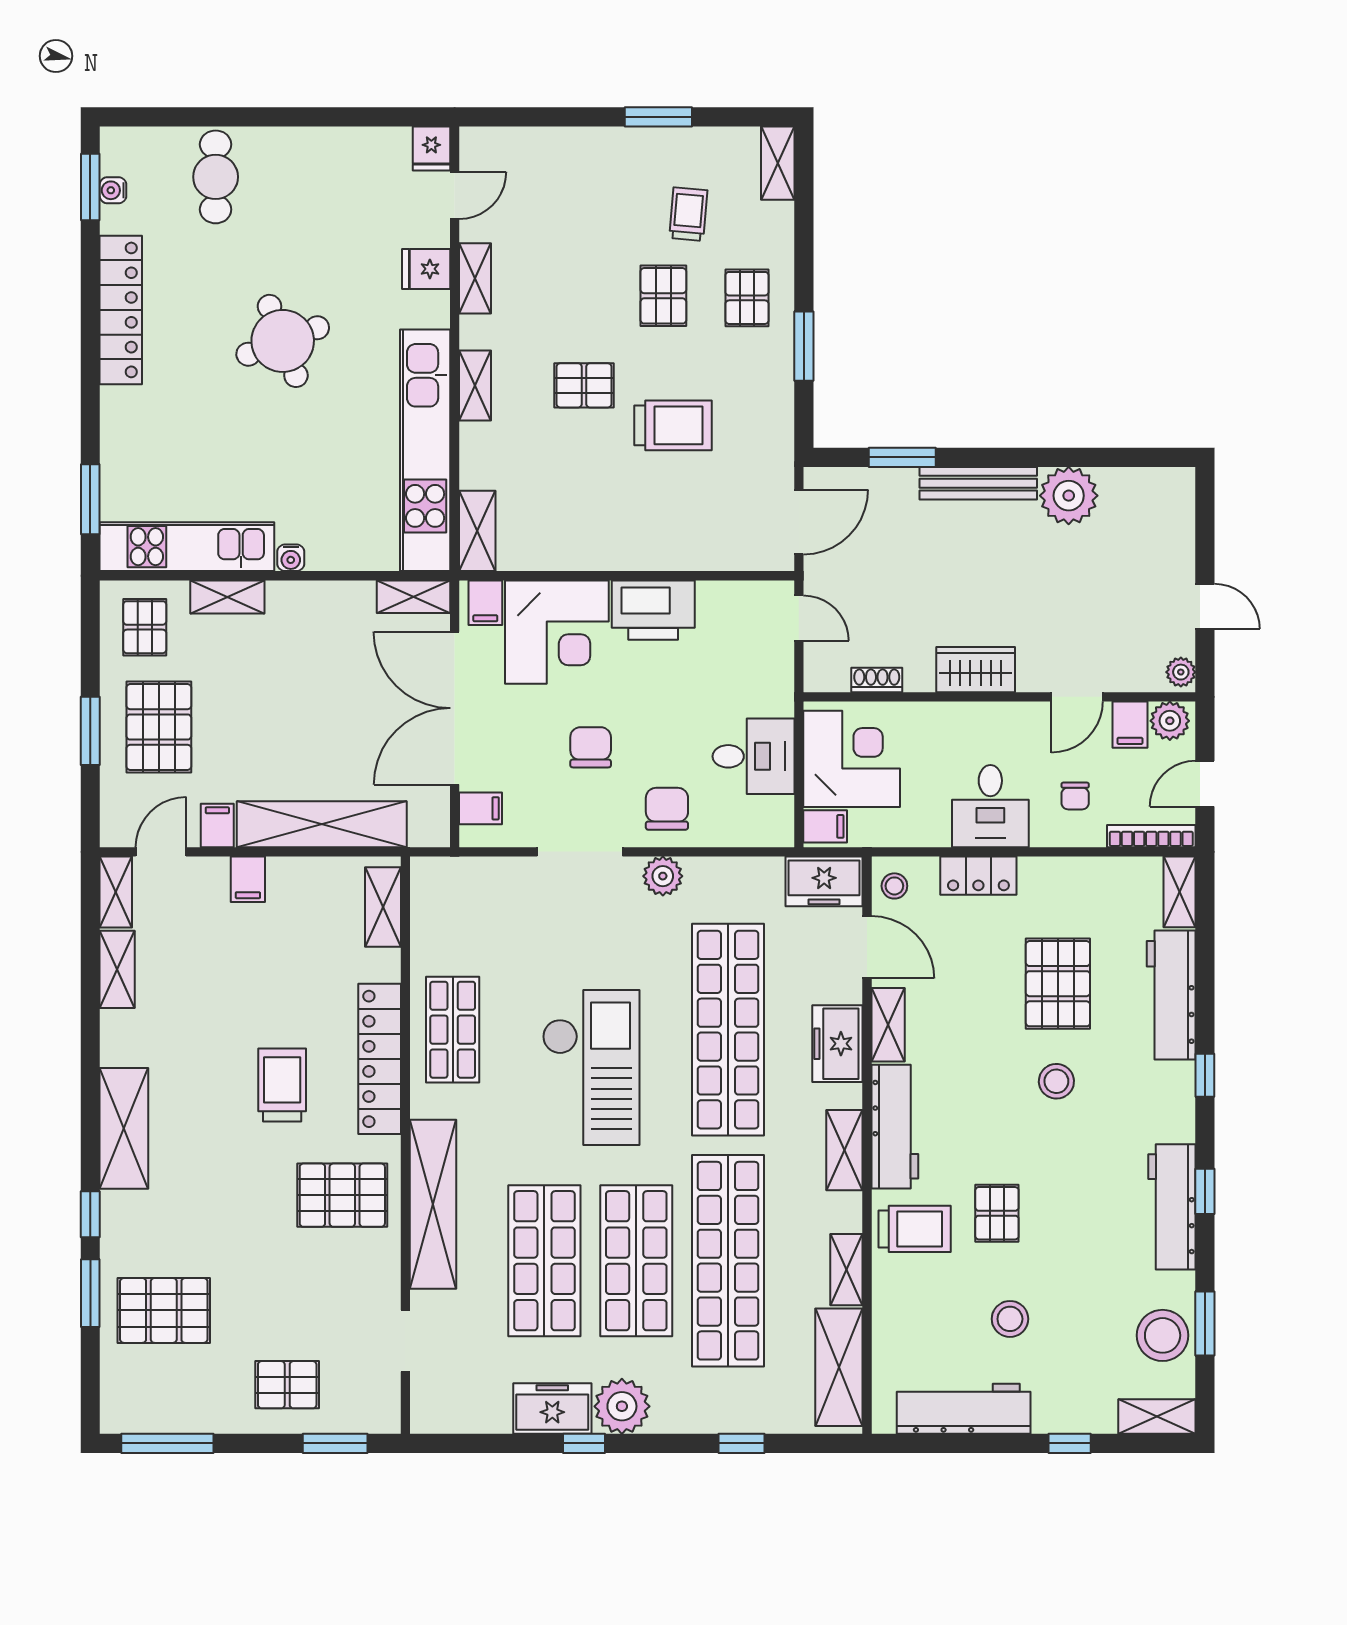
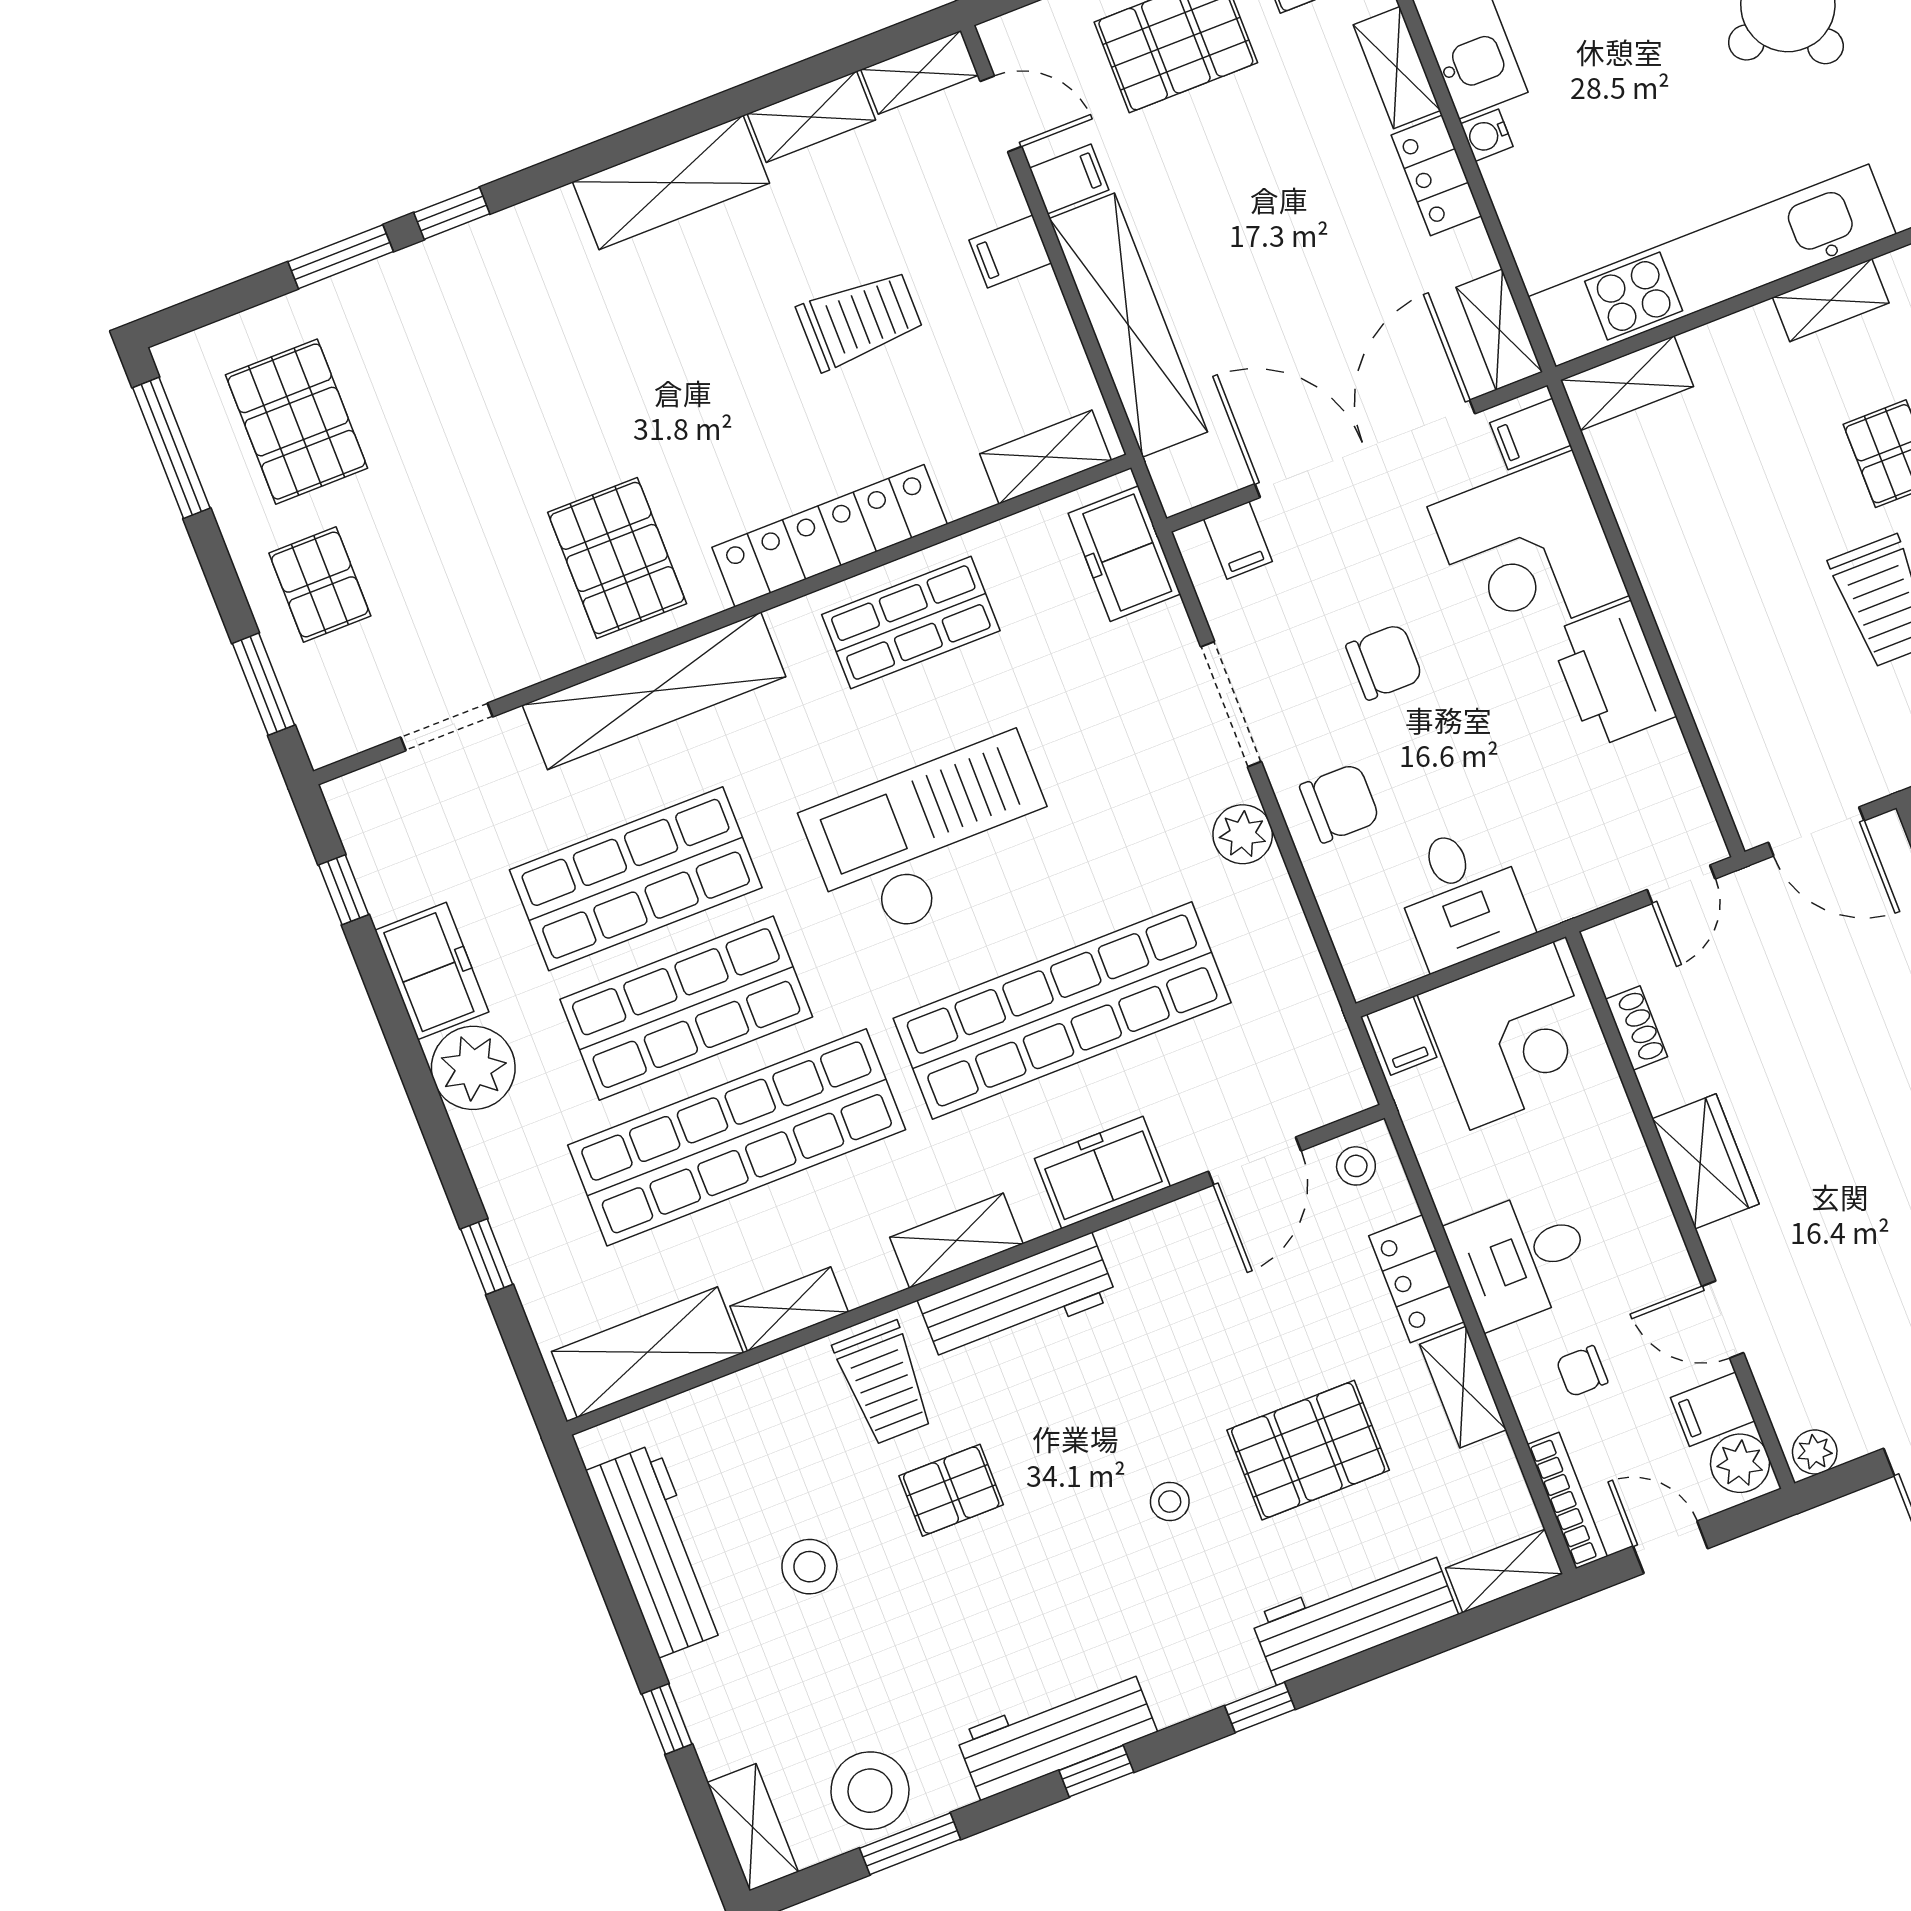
locker: (303, 598) -> (1436, 175), added
freezer: (824, 881) -> (1124, 554), moved
shelving: (888, 1025) -> (1463, 1387), moved, turned 90
checkout: (591, 1068) -> (933, 838), turned 180
stool: (1056, 1081) -> (1170, 1501), width x0.73, depth x0.73
trolley: (282, 1085) -> (860, 320), moved
shelving: (124, 1128) -> (671, 183), moved
pallet: (164, 1310) -> (297, 422), moved
window: (584, 1443) -> (344, 890), moved

